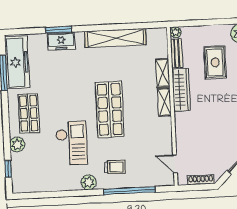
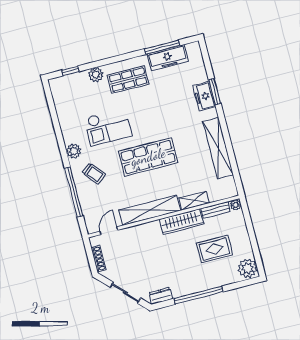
freezer: (17, 62) -> (168, 58), width x0.73, depth x0.79
shelving: (164, 102) -> (150, 210), width x2.20, depth x1.33
trolley: (115, 167) -> (94, 173), turned -42

